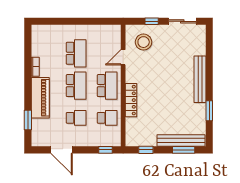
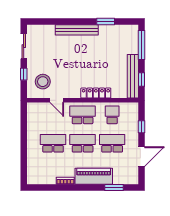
school desk: (76, 118) -> (112, 143), width x1.85
bench: (181, 140) -> (133, 76), moved
window: (105, 150) -> (141, 127), moved
window: (184, 150) -> (141, 45), width x1.44

